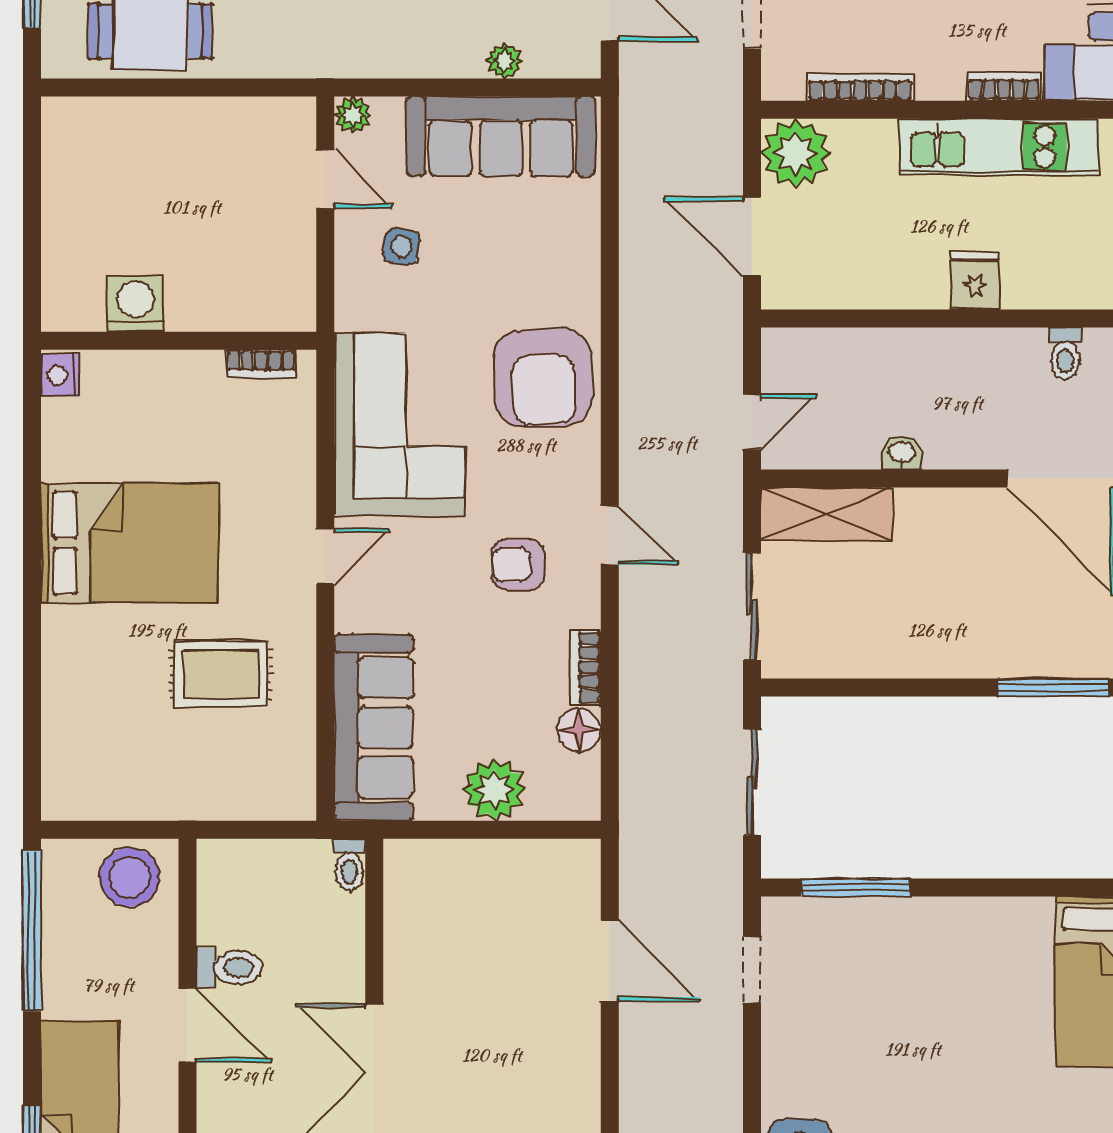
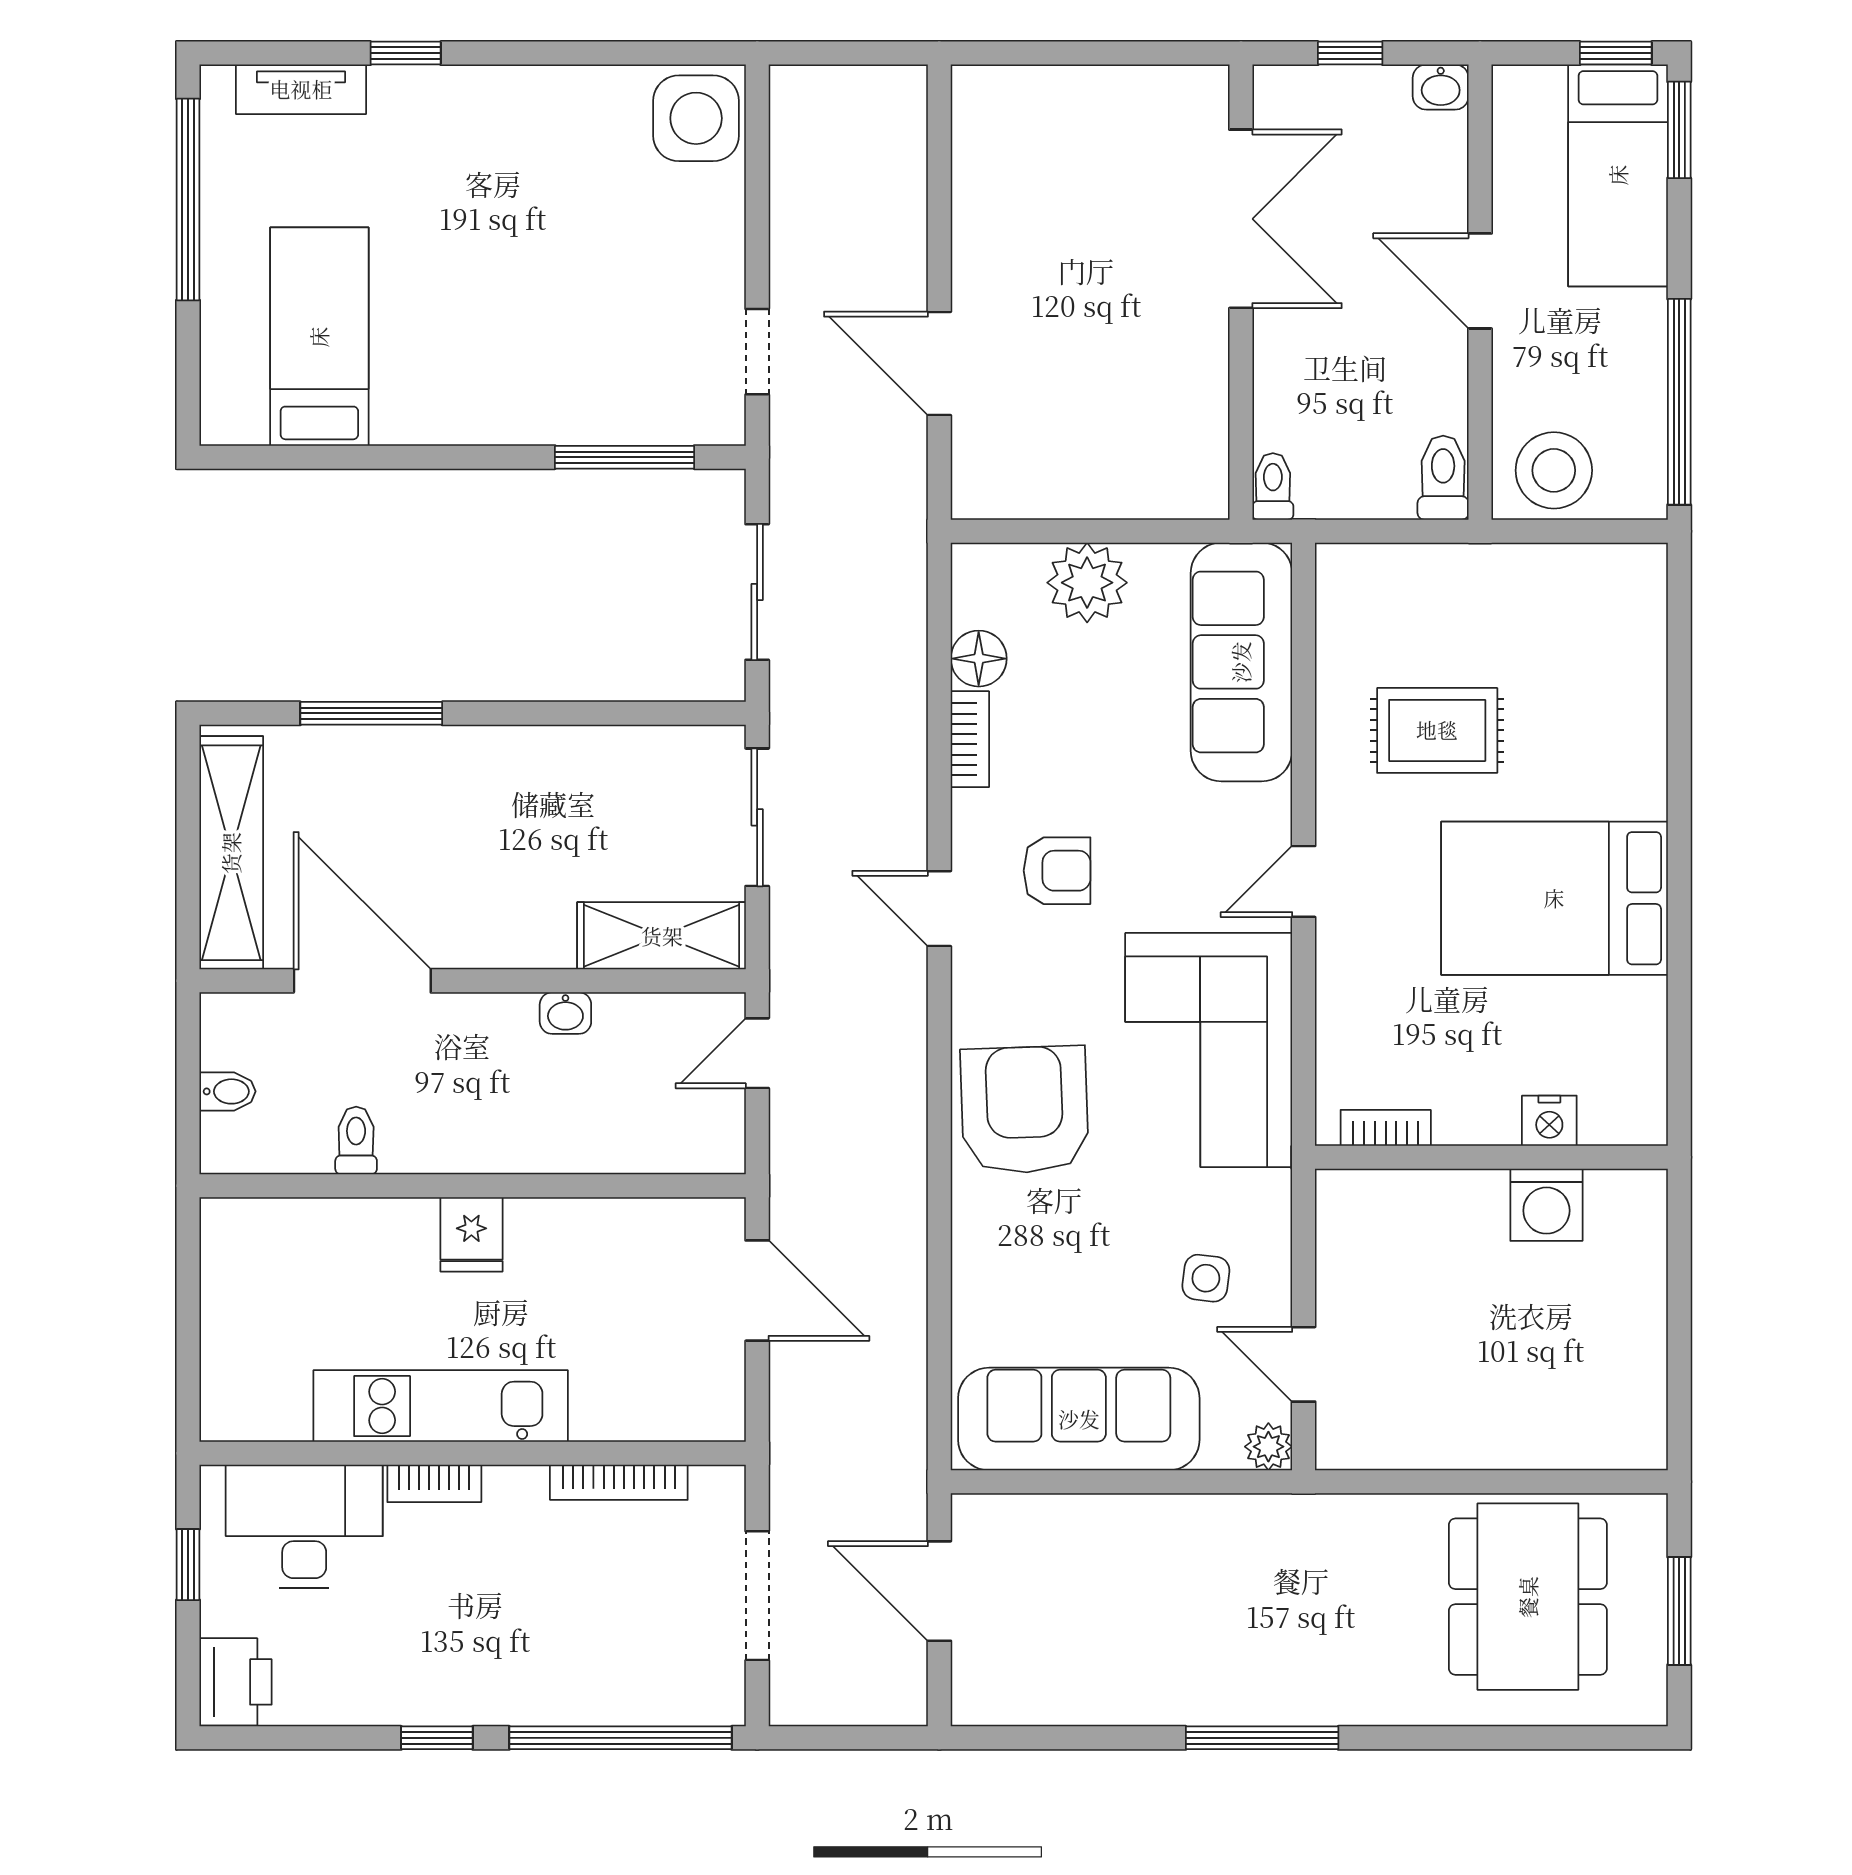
plant: (504, 61) -> (1074, 1516), removed
plant: (796, 153) -> (701, 1397), removed
nightstand: (60, 375) -> (1549, 1121), moved, turned 90
toilet: (229, 968) -> (1443, 478), moved, turned 90

